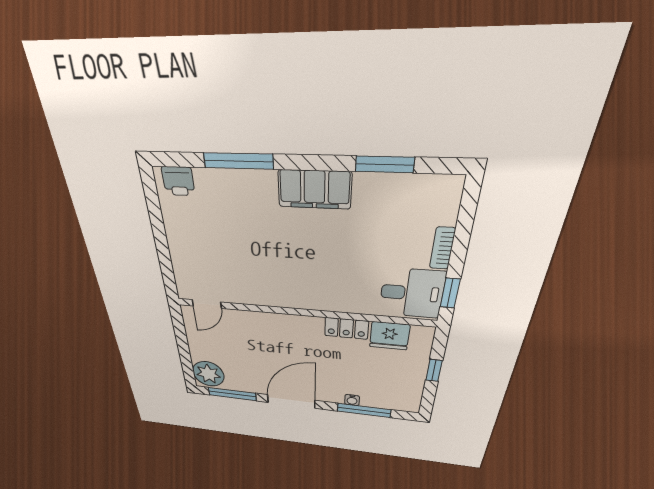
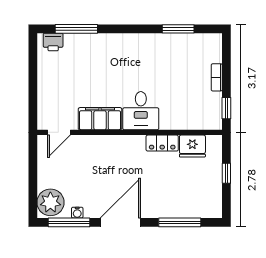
window: (238, 161) -> (76, 29), moved
filing cabinet: (314, 189) -> (100, 119), moved, turned 180
desk: (412, 293) -> (141, 111), moved, turned 90
water cooler: (352, 400) -> (77, 213), moved

